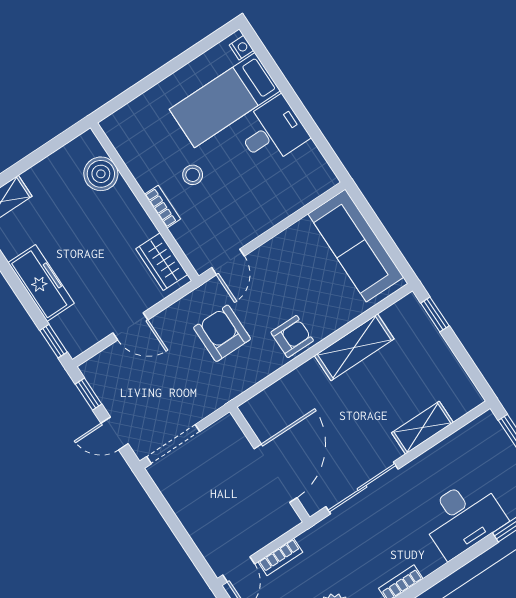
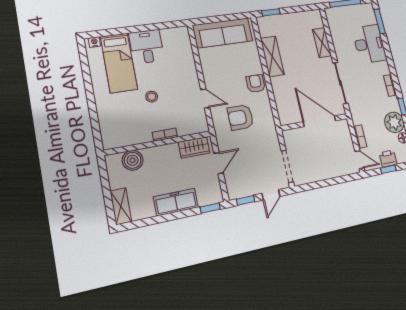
boiler: (101, 174) -> (133, 160), moved
wall: (145, 202) -> (158, 143), moved
bookcase: (162, 207) -> (165, 135), moved
wardrobe: (162, 262) -> (194, 147), moved

